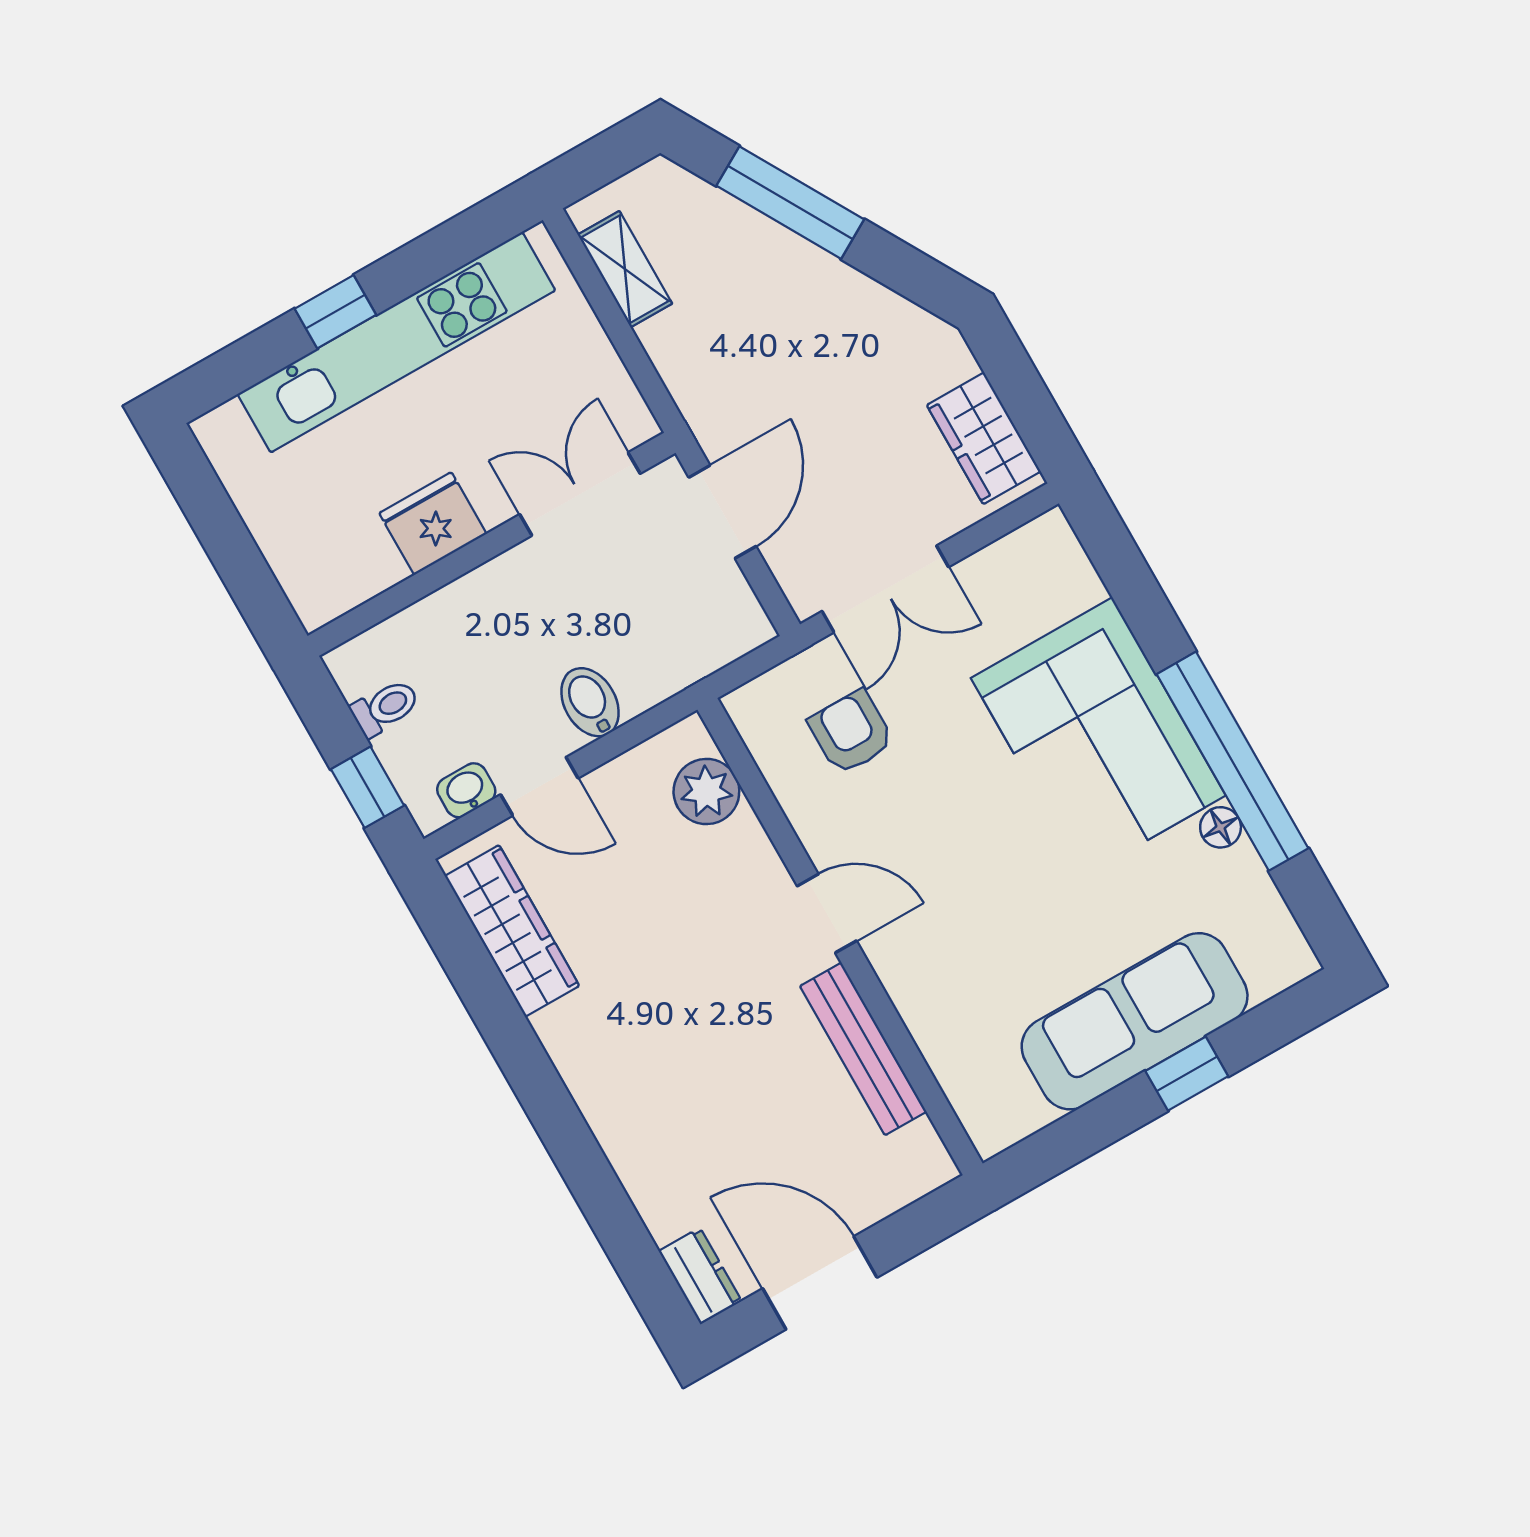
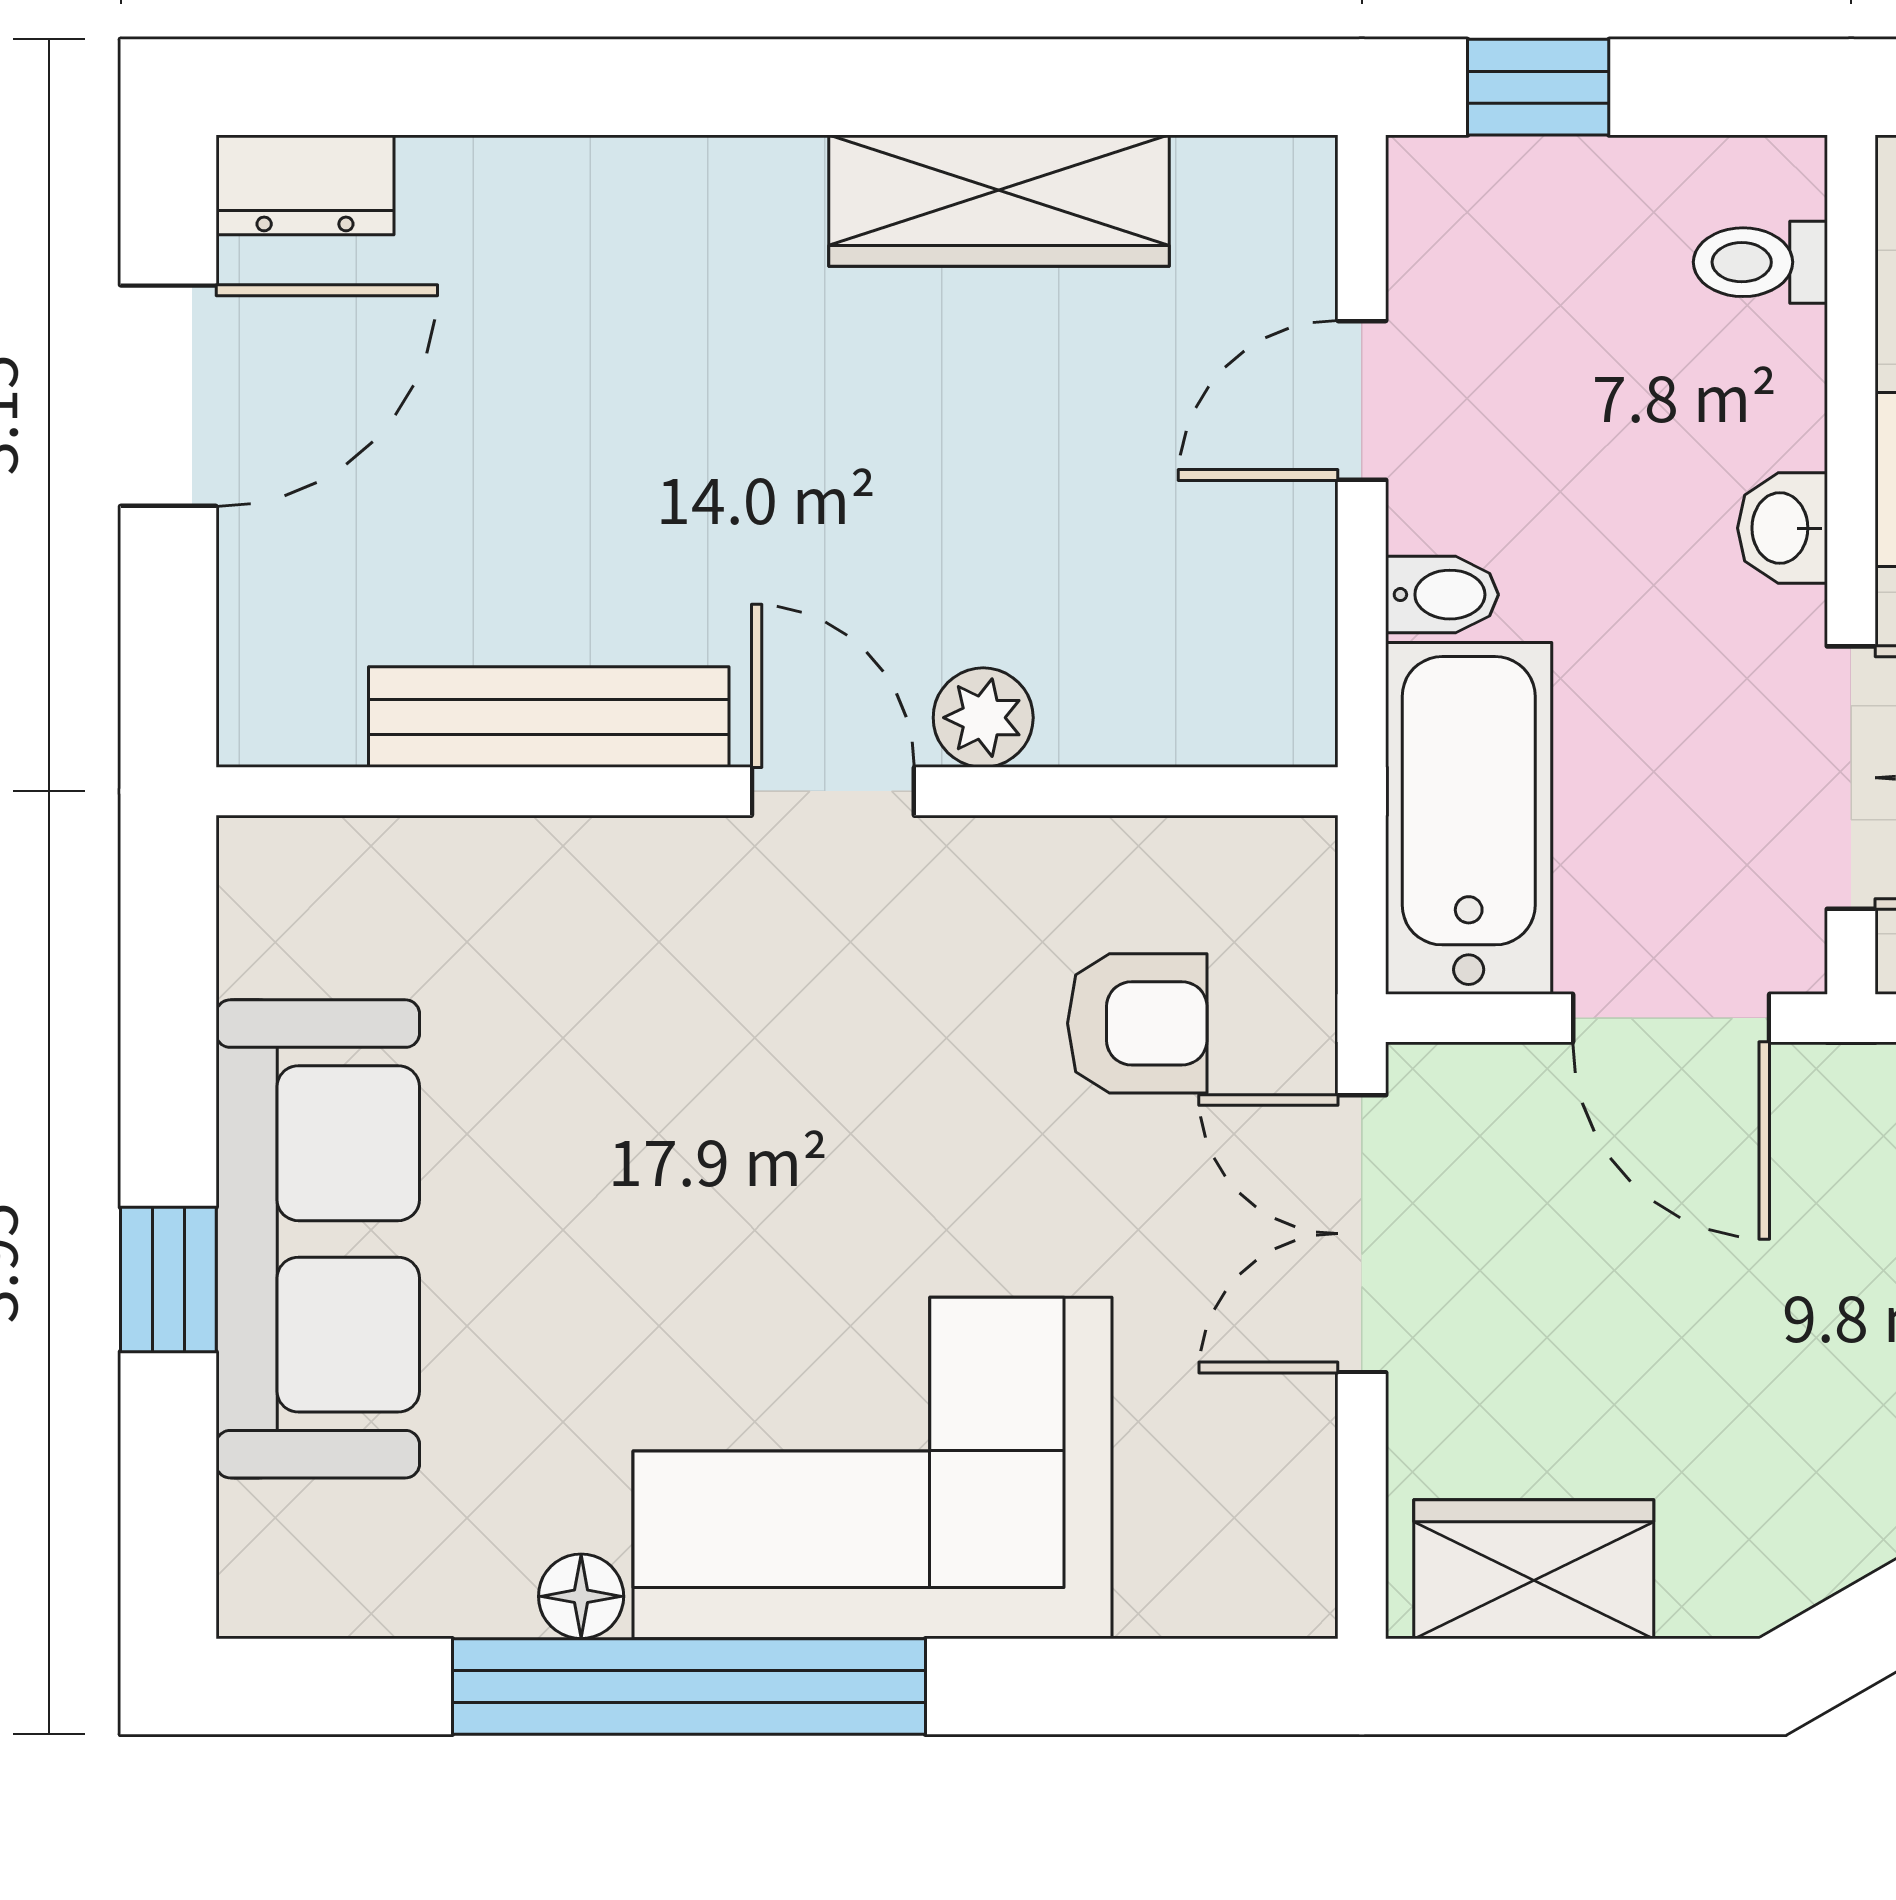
bathtub: (687, 643) -> (1469, 818), added
bidet: (590, 702) -> (1442, 595), width x0.72, depth x0.74
toilet: (385, 708) -> (1760, 262), moved, turned 90
washbasin: (466, 790) -> (1783, 528), moved, turned 180
plant: (706, 791) -> (983, 718), moved, width x0.73, depth x0.73
door: (827, 913) -> (833, 791), swing flipped
wardrobe: (512, 931) -> (999, 201), moved

